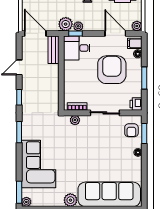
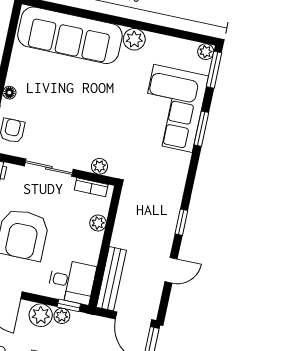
plant: (66, 24) -> (41, 315), moved
bench: (54, 50) -> (111, 279), width x1.36
plant: (69, 86) -> (98, 223), added
window: (19, 132) -> (201, 129), moved

